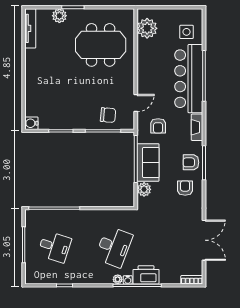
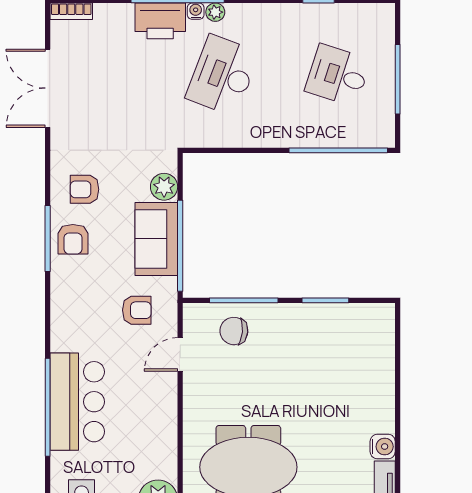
bar counter: (189, 79) -> (77, 402), width x0.73
water cooler: (31, 123) -> (383, 447), moved
armchair: (158, 126) -> (137, 310), turned 90
fireplace: (197, 127) -> (61, 307), removed
armchair: (191, 162) -> (73, 239), turned 90
armchair: (185, 188) -> (84, 189), turned 90

